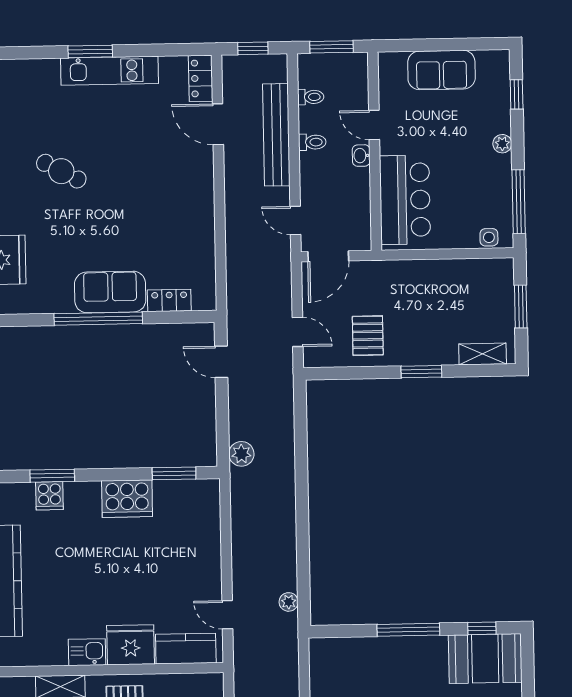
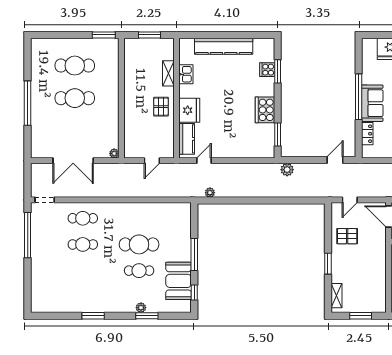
kitchen sink: (87, 652) -> (186, 74), moved
booth: (485, 659) -> (179, 281), moved

